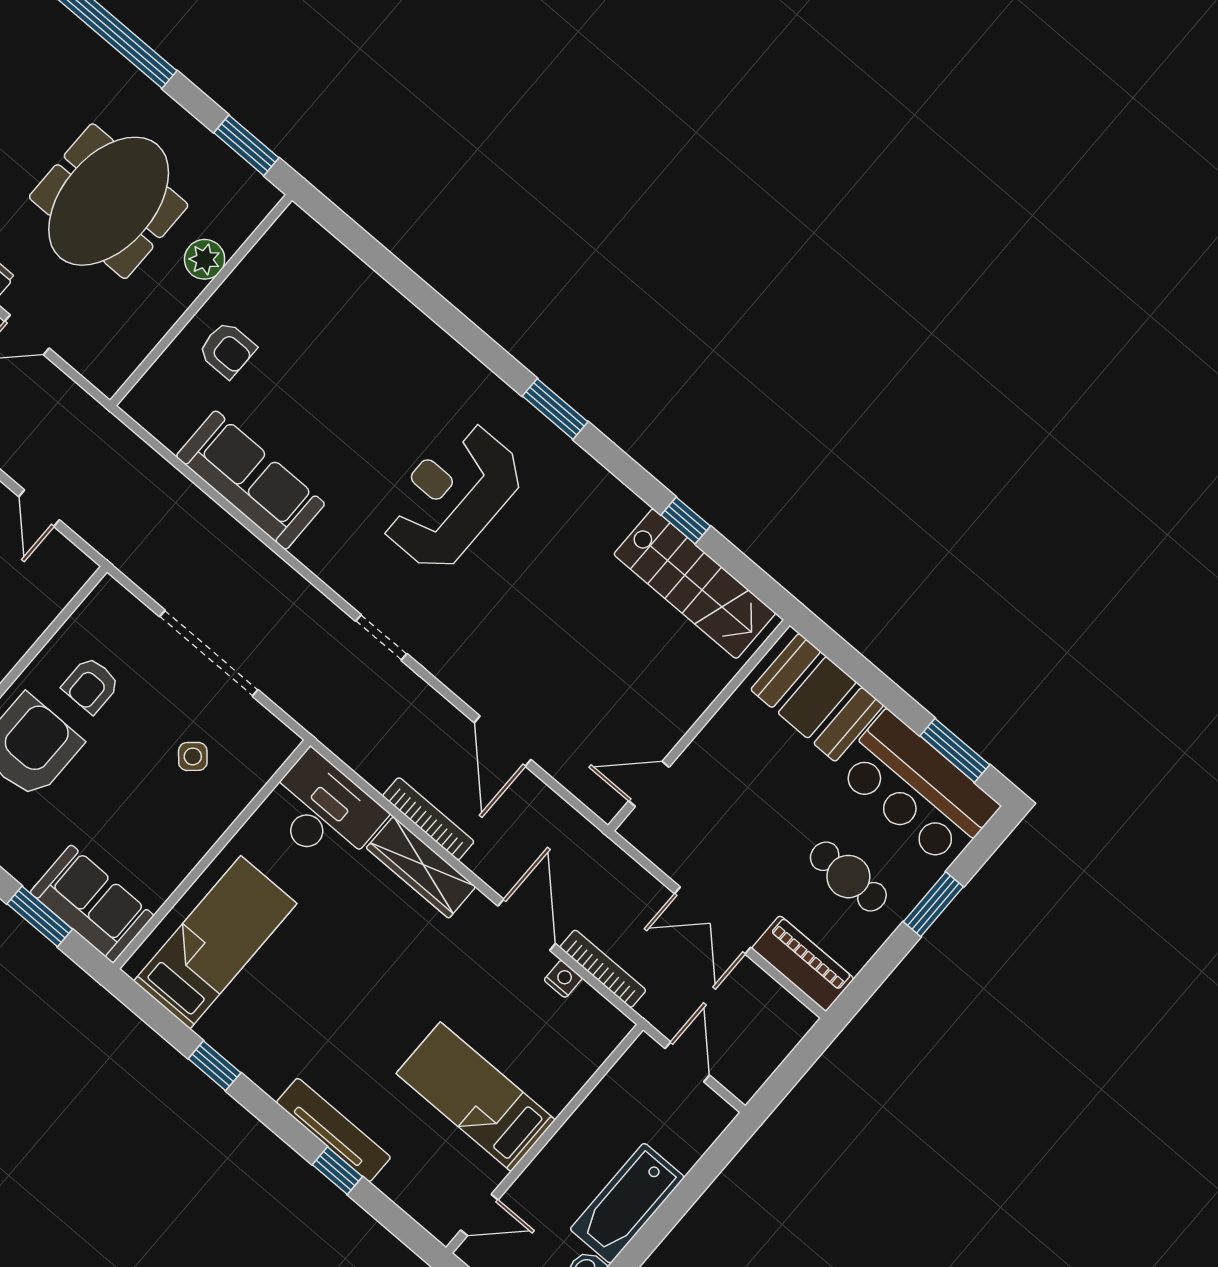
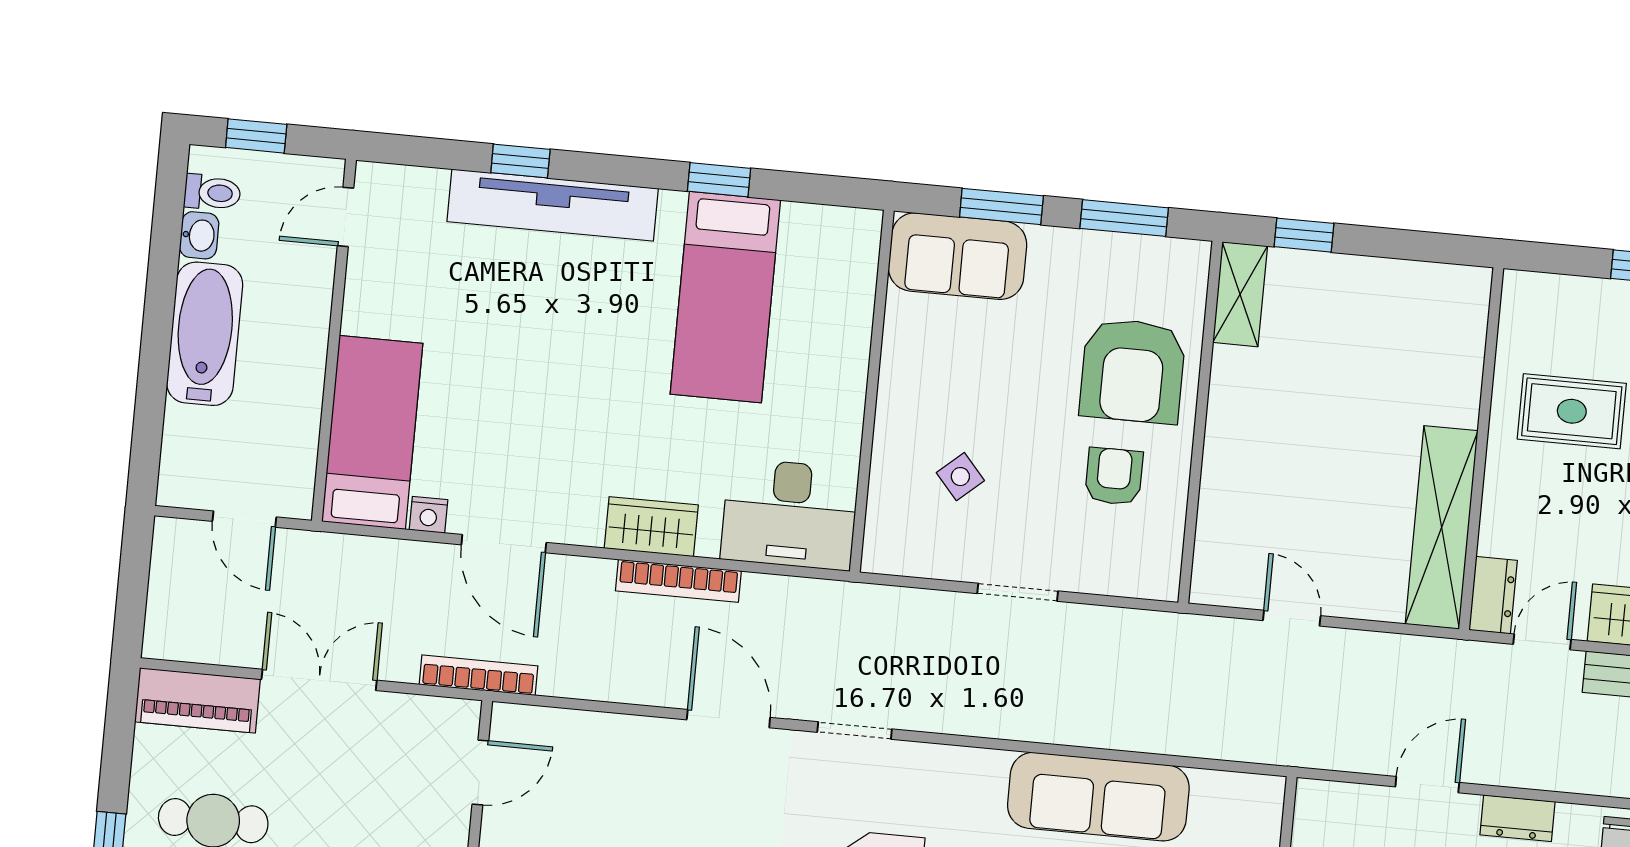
doorway: (209, 653) -> (1018, 592), width x0.53
door: (503, 741) -> (728, 719), moved
wardrobe: (421, 867) -> (651, 527), width x0.67
bed: (215, 942) -> (725, 297), moved
bookcase: (603, 969) -> (479, 675), moved, turned 180
bed: (476, 1097) -> (372, 432), moved, turned -90
tv unit: (333, 1130) -> (553, 205), width x1.36, depth x1.29

